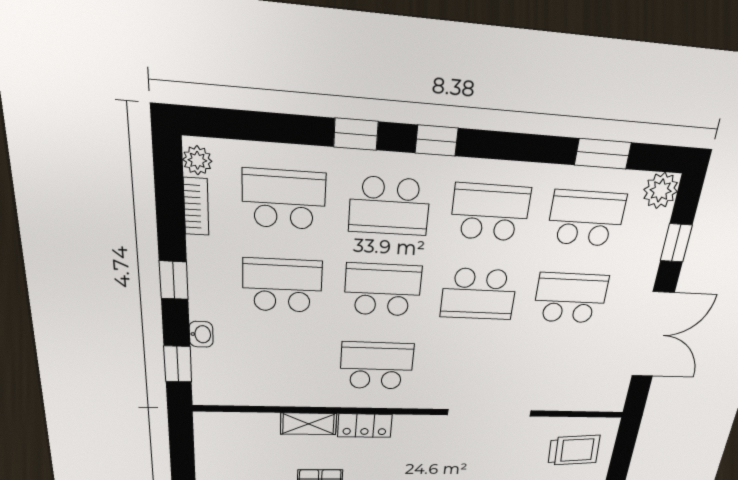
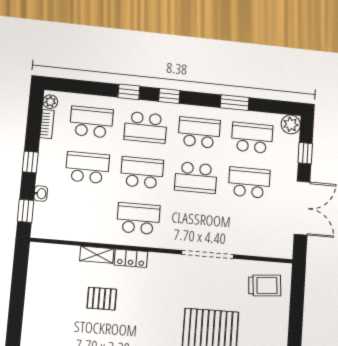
window: (603, 154) -> (235, 103), moved

